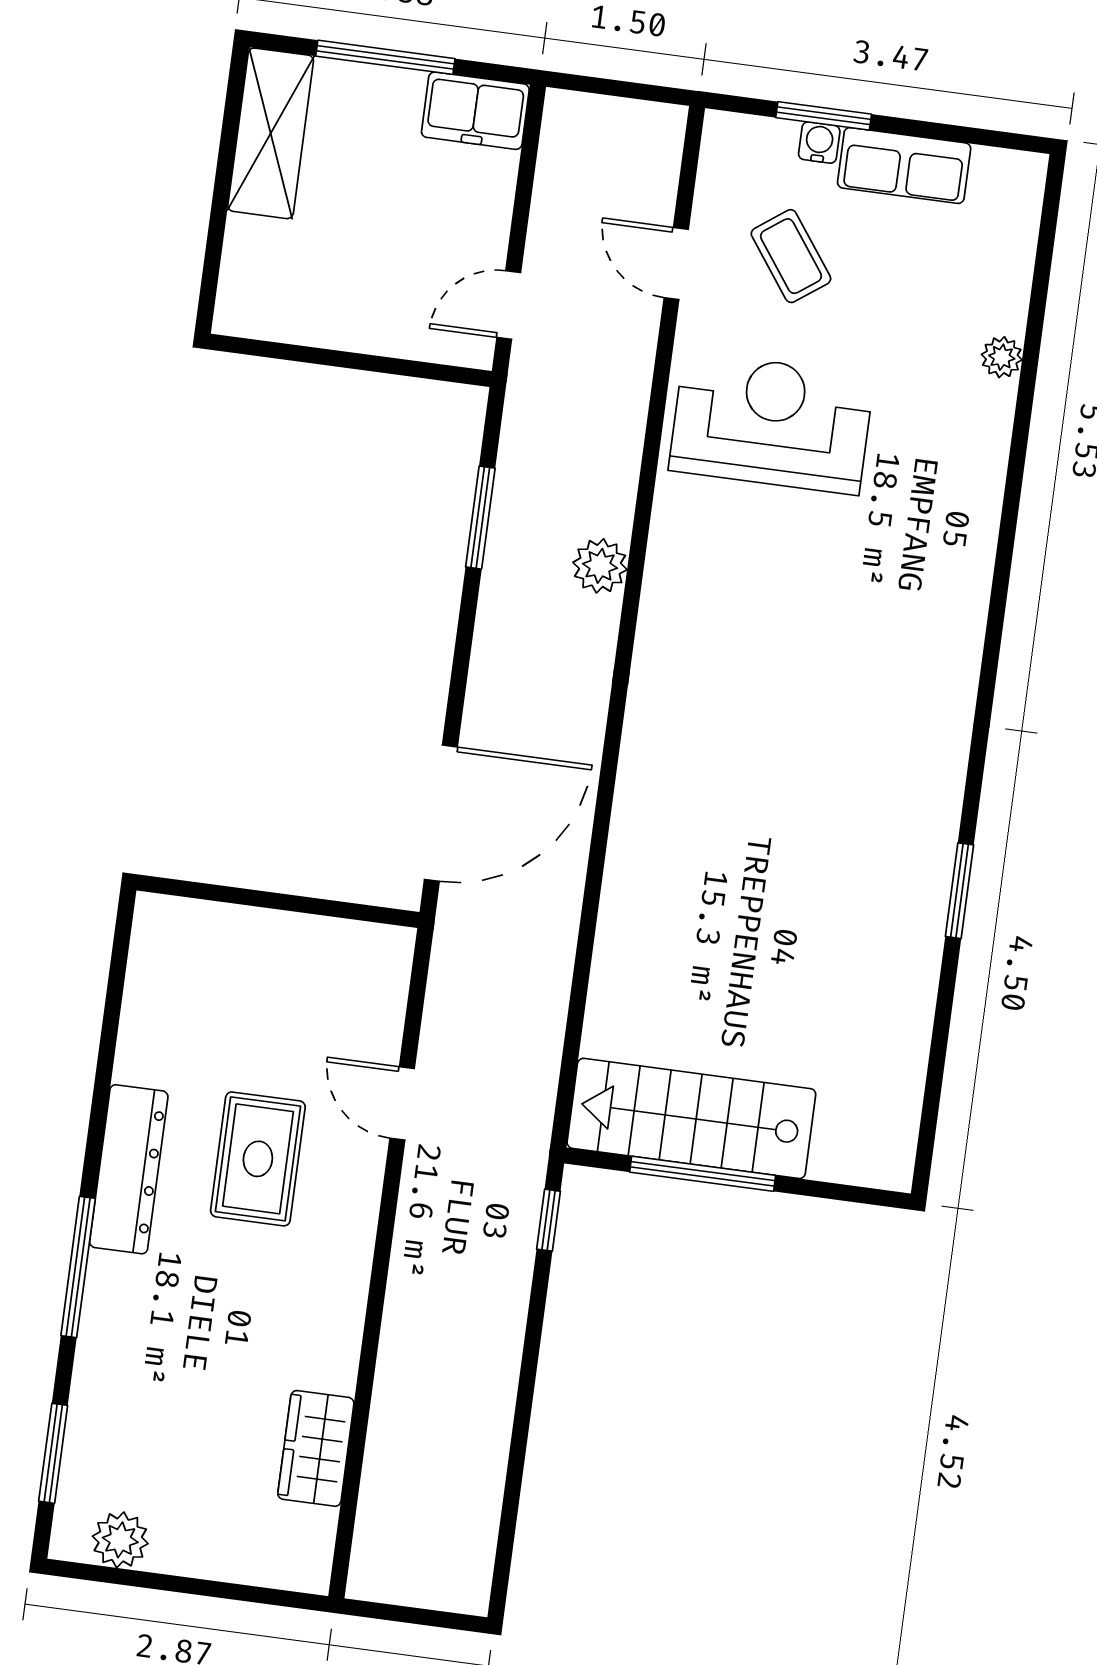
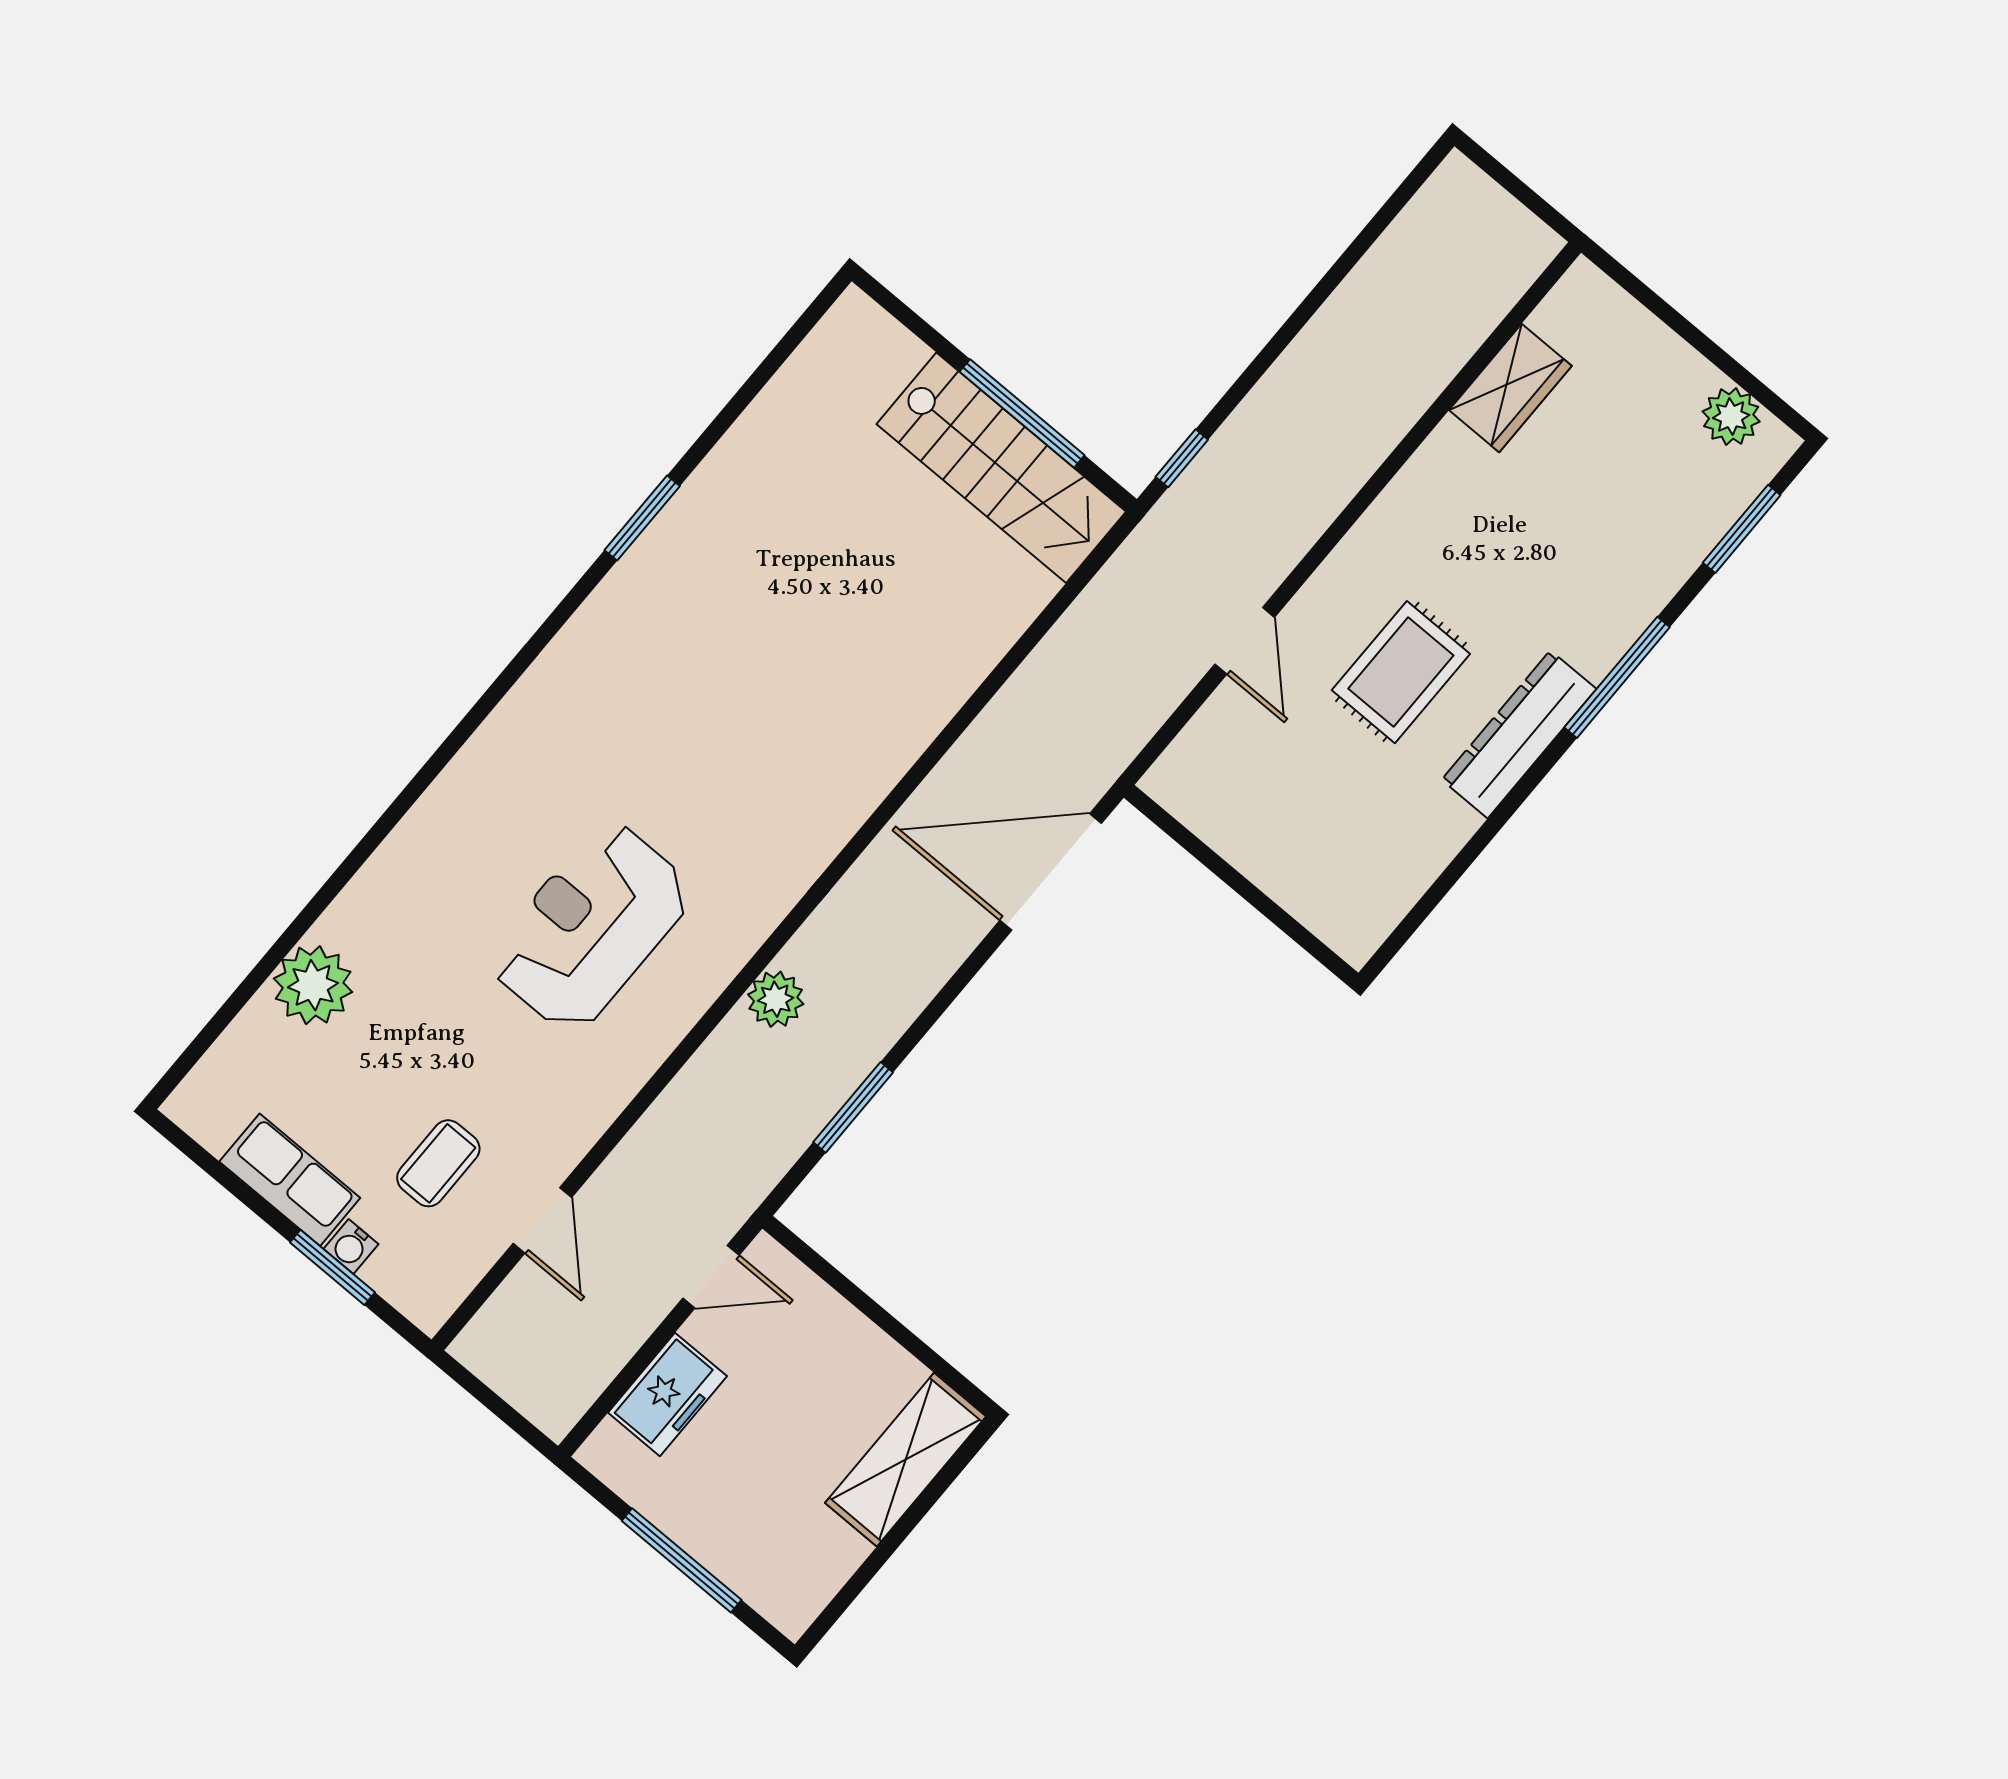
freezer: (475, 111) -> (667, 1394), moved, turned 90
shelving: (271, 133) -> (906, 1460), moved
coffee table: (791, 256) -> (438, 1163), turned 36
plant: (1002, 357) -> (313, 985), width x1.88, depth x1.88
reception desk: (771, 423) -> (590, 927), moved, turned 90

